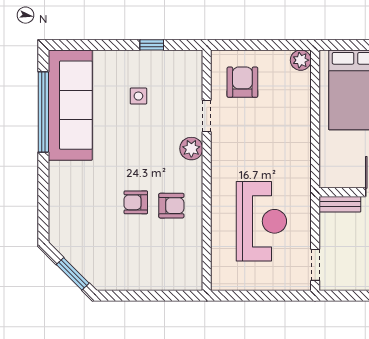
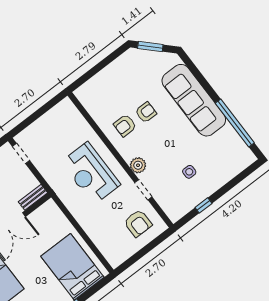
plant: (301, 60) -> (115, 260), removed
sofa: (70, 105) -> (194, 100), moved
reception desk: (261, 221) -> (91, 173), moved

